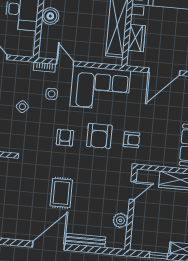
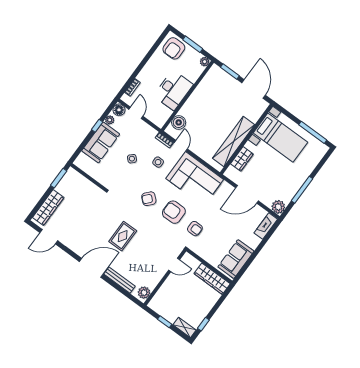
boiler: (50, 16) -> (179, 122), moved
armchair: (99, 136) -> (174, 212), turned 90
armchair: (65, 138) -> (149, 199), turned -138
plant: (120, 220) -> (144, 293), moved

